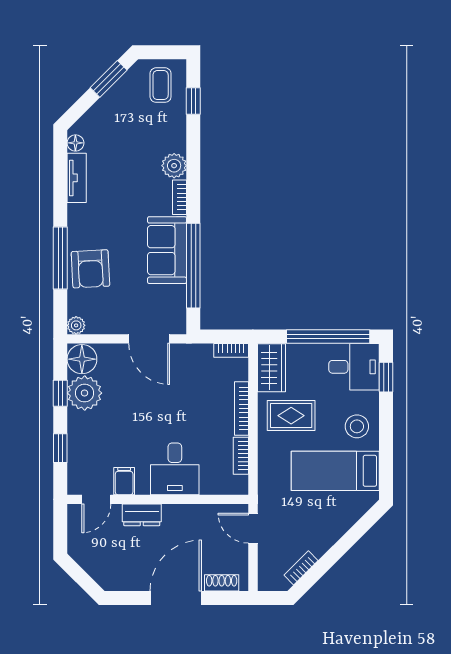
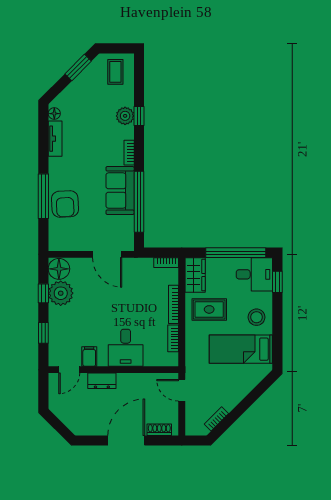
window: (193, 101) -> (139, 116), moved
plant: (174, 166) -> (125, 116), moved
plant: (76, 325) -> (55, 245), removed

